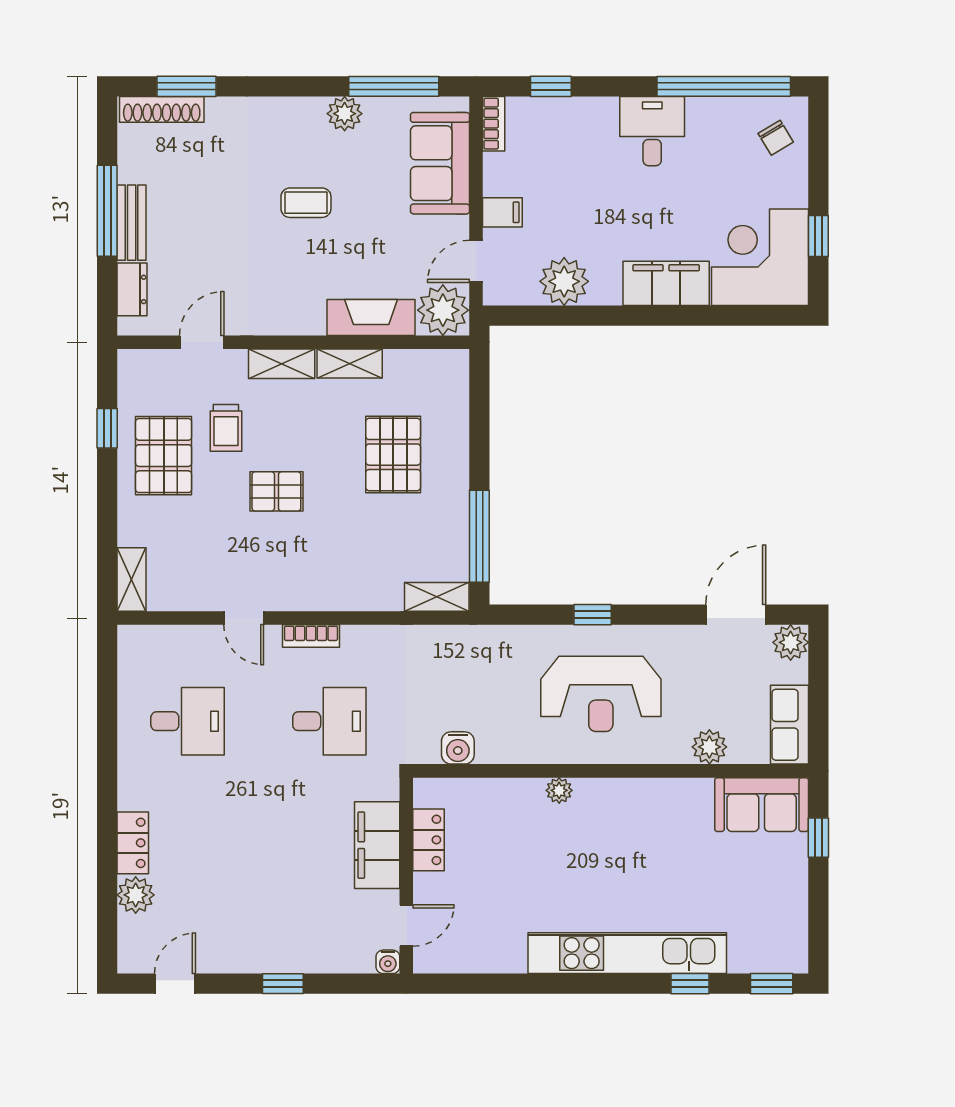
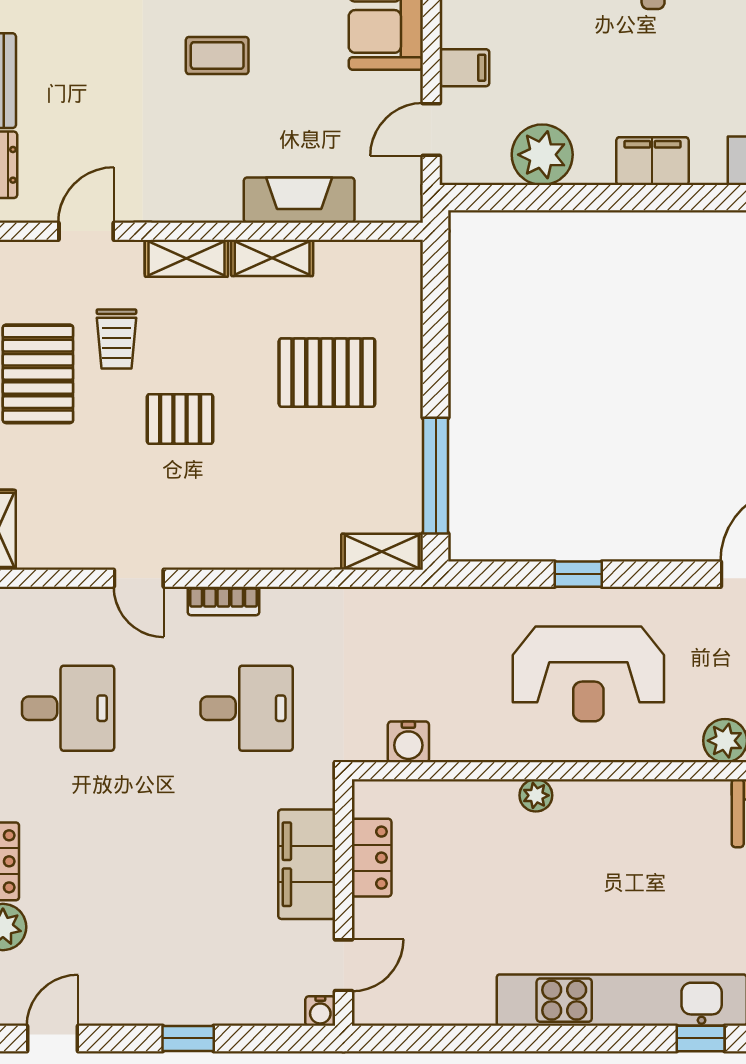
filing cabinet: (666, 283) -> (652, 161), width x0.67, depth x0.86
plant: (443, 310) -> (390, 191), removed
pallet: (393, 455) -> (327, 373), turned 90

